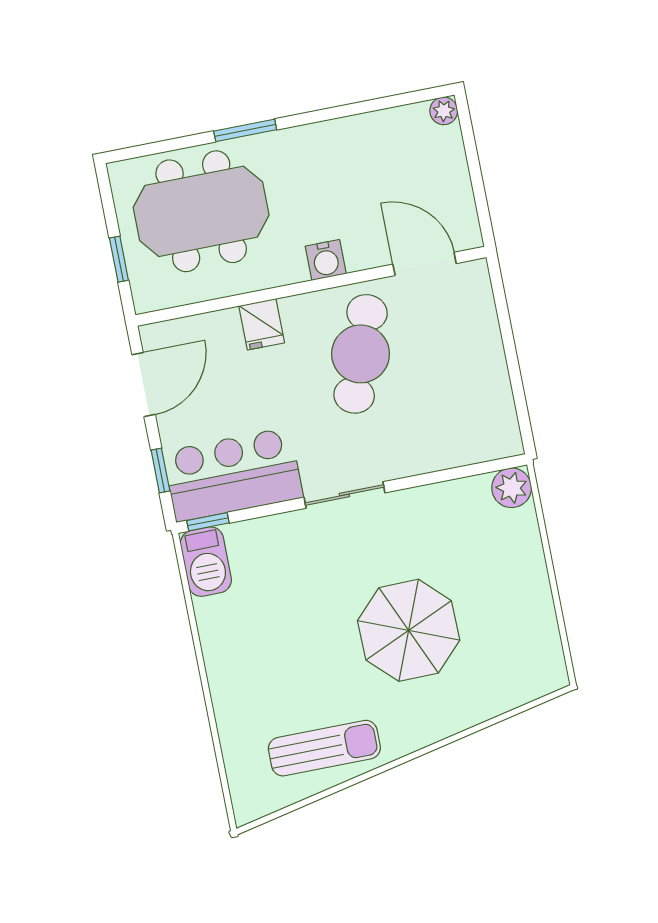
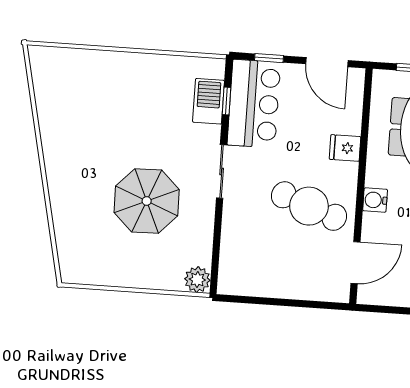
window: (208, 522) -> (227, 101), moved
barbecue: (206, 562) -> (209, 101), moved, turned 90
parasol: (409, 630) -> (147, 201), moved
sun lounger: (324, 748) -> (63, 115), removed

